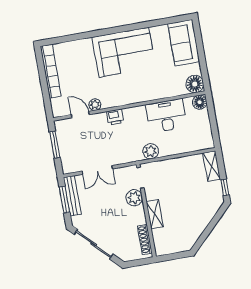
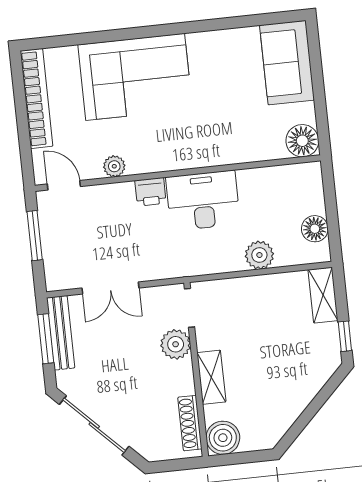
corner sofa: (124, 52) -> (135, 77), moved
floor lamp: (200, 102) -> (315, 229), moved
door: (80, 115) -> (64, 185), moved
desk: (166, 116) -> (203, 201), moved
plant: (151, 151) -> (259, 255), moved
boiler: (163, 246) -> (223, 438), added

